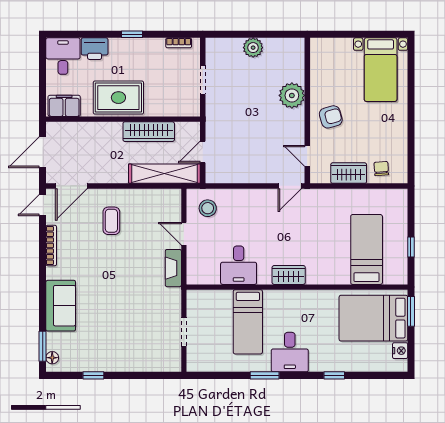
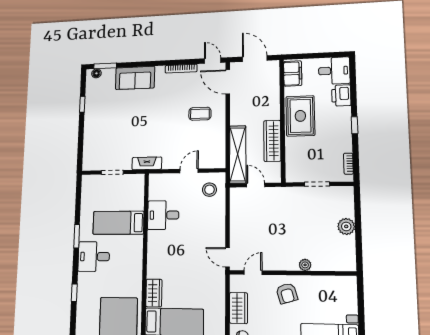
plant: (292, 95) -> (305, 265), width x0.53, depth x0.53
fireplace: (173, 268) -> (147, 163), moved
wardrobe: (289, 275) -> (154, 293), moved

